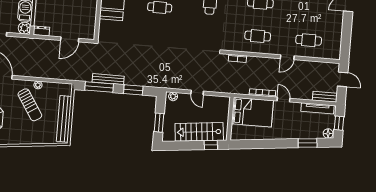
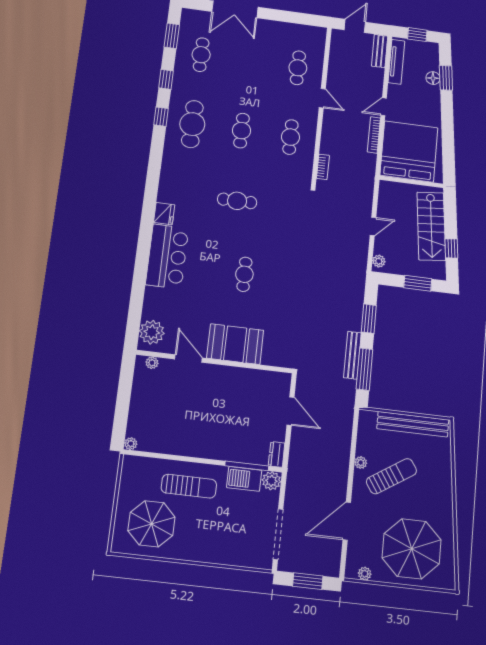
bed: (252, 112) -> (409, 151), width x1.36
floor lamp: (328, 134) -> (433, 78), moved
window: (211, 145) -> (451, 248), moved

